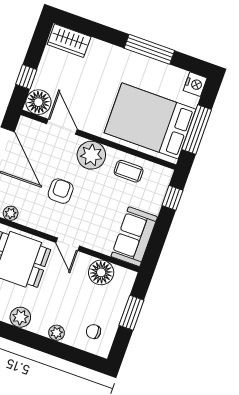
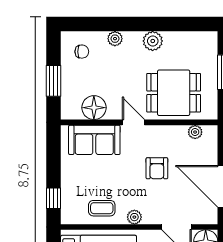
plant: (91, 155) -> (134, 217), width x0.53, depth x0.53
sofa: (134, 237) -> (94, 140), moved, turned 90

